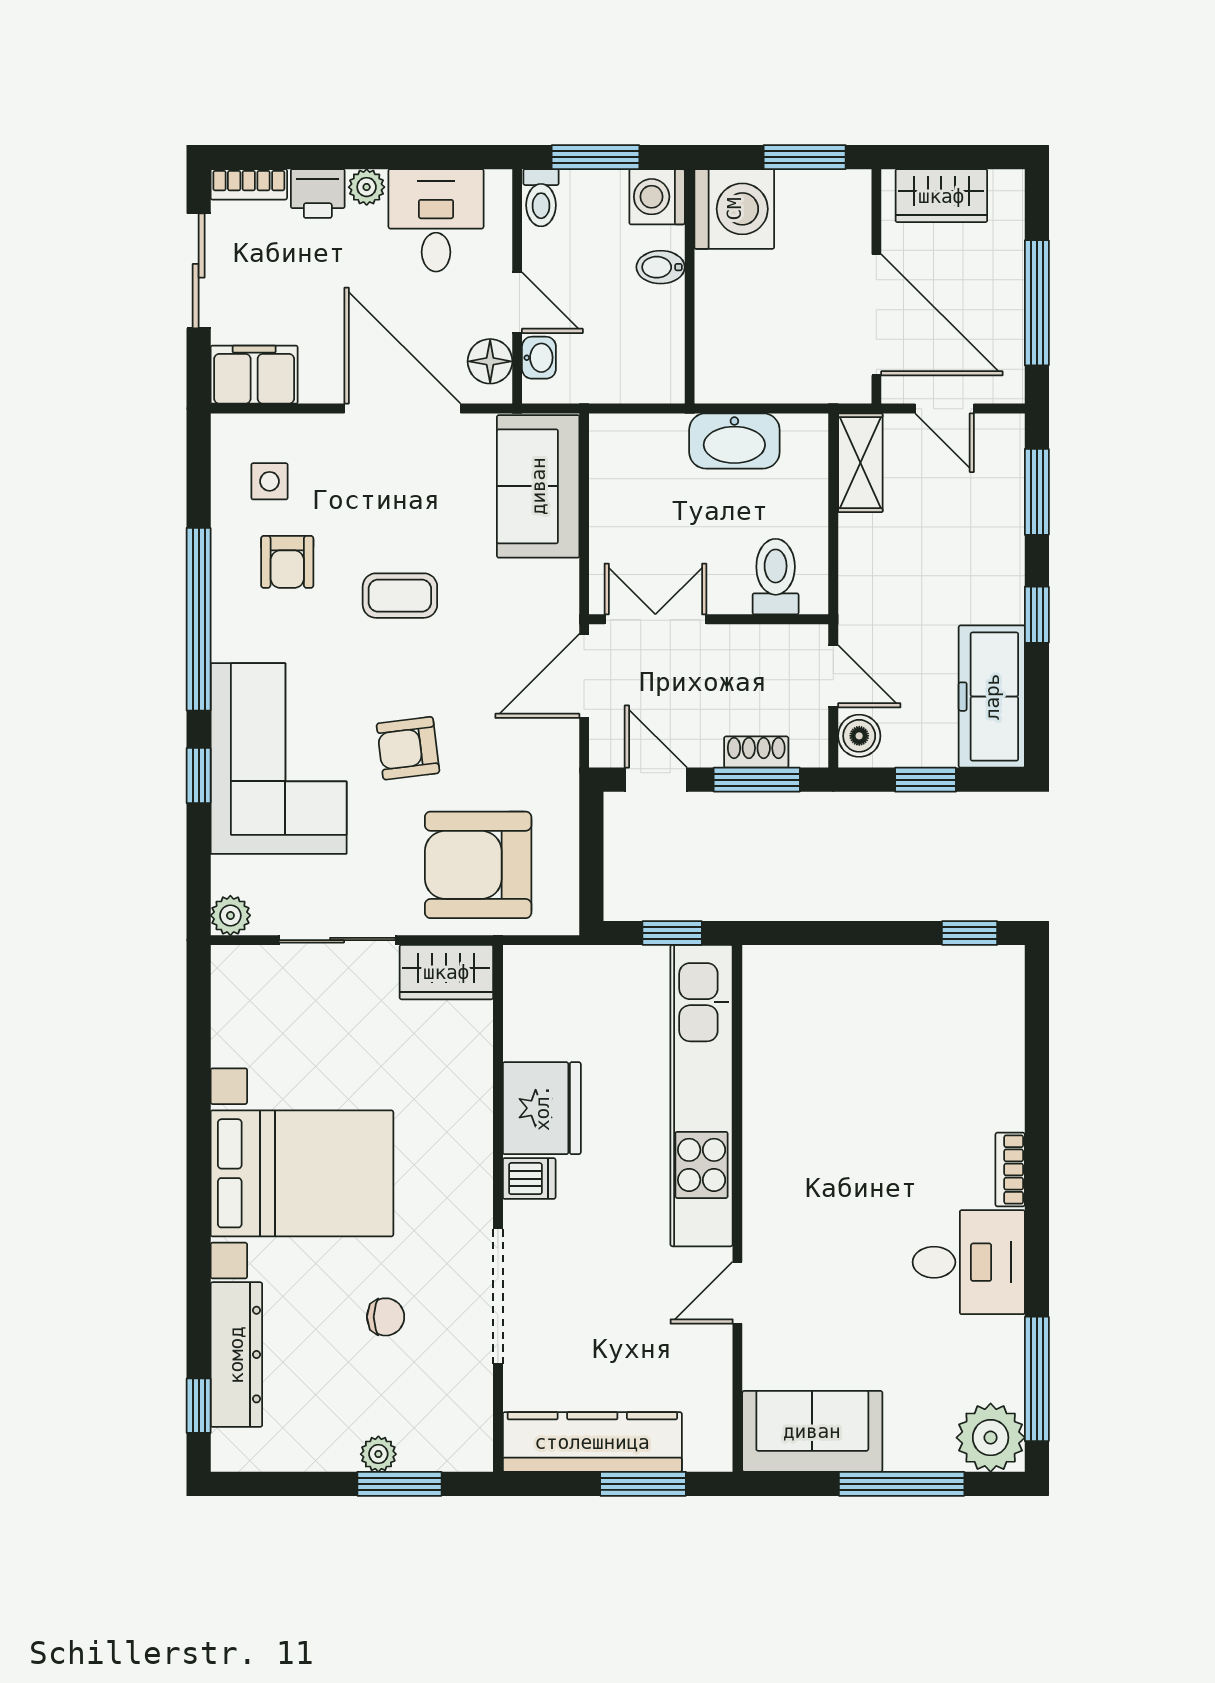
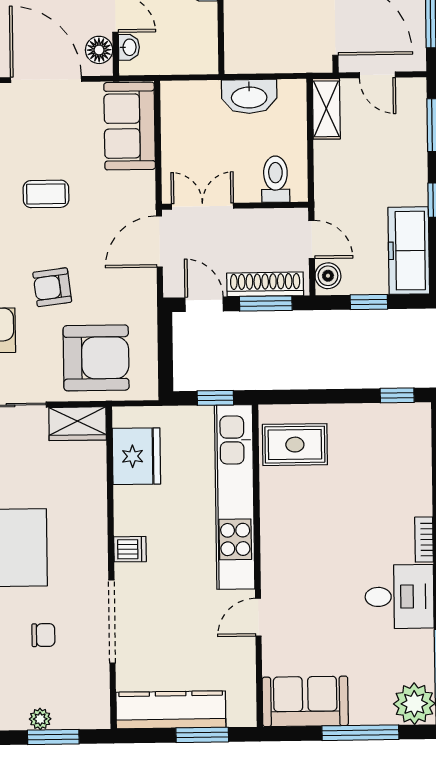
shoe rack: (756, 752) -> (265, 284), width x1.94, depth x1.24
armchair: (478, 865) -> (96, 358), turned 180
rug: (801, 1011) -> (295, 445), added
fridge: (542, 1108) -> (136, 456), moved

